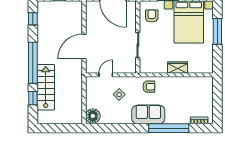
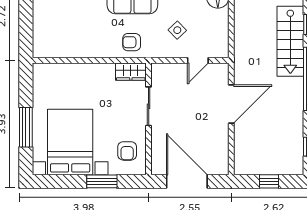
wardrobe: (178, 68) -> (131, 72), moved

